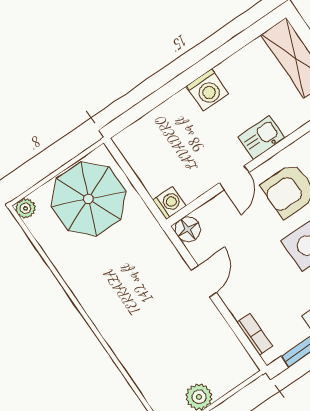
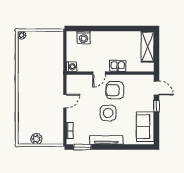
washing machine: (207, 90) -> (84, 37), moved
parasol: (88, 199) -> (45, 47), removed
floor lamp: (188, 229) -> (72, 80), removed

